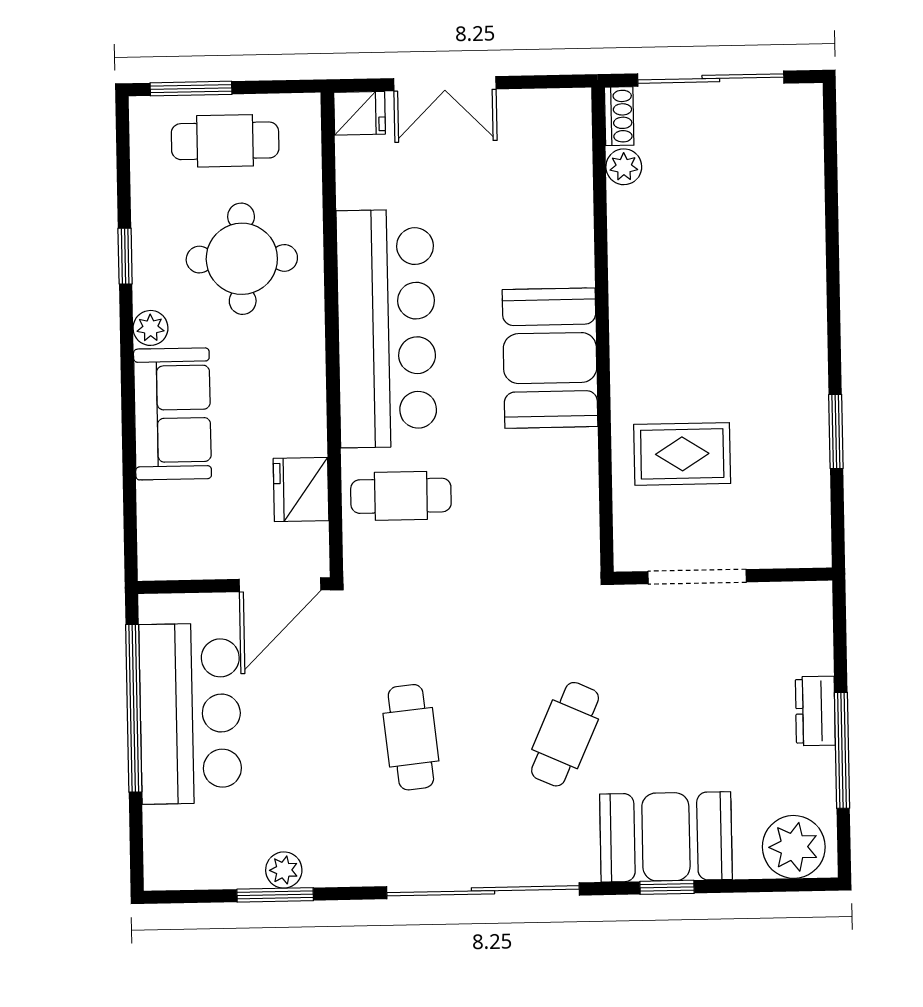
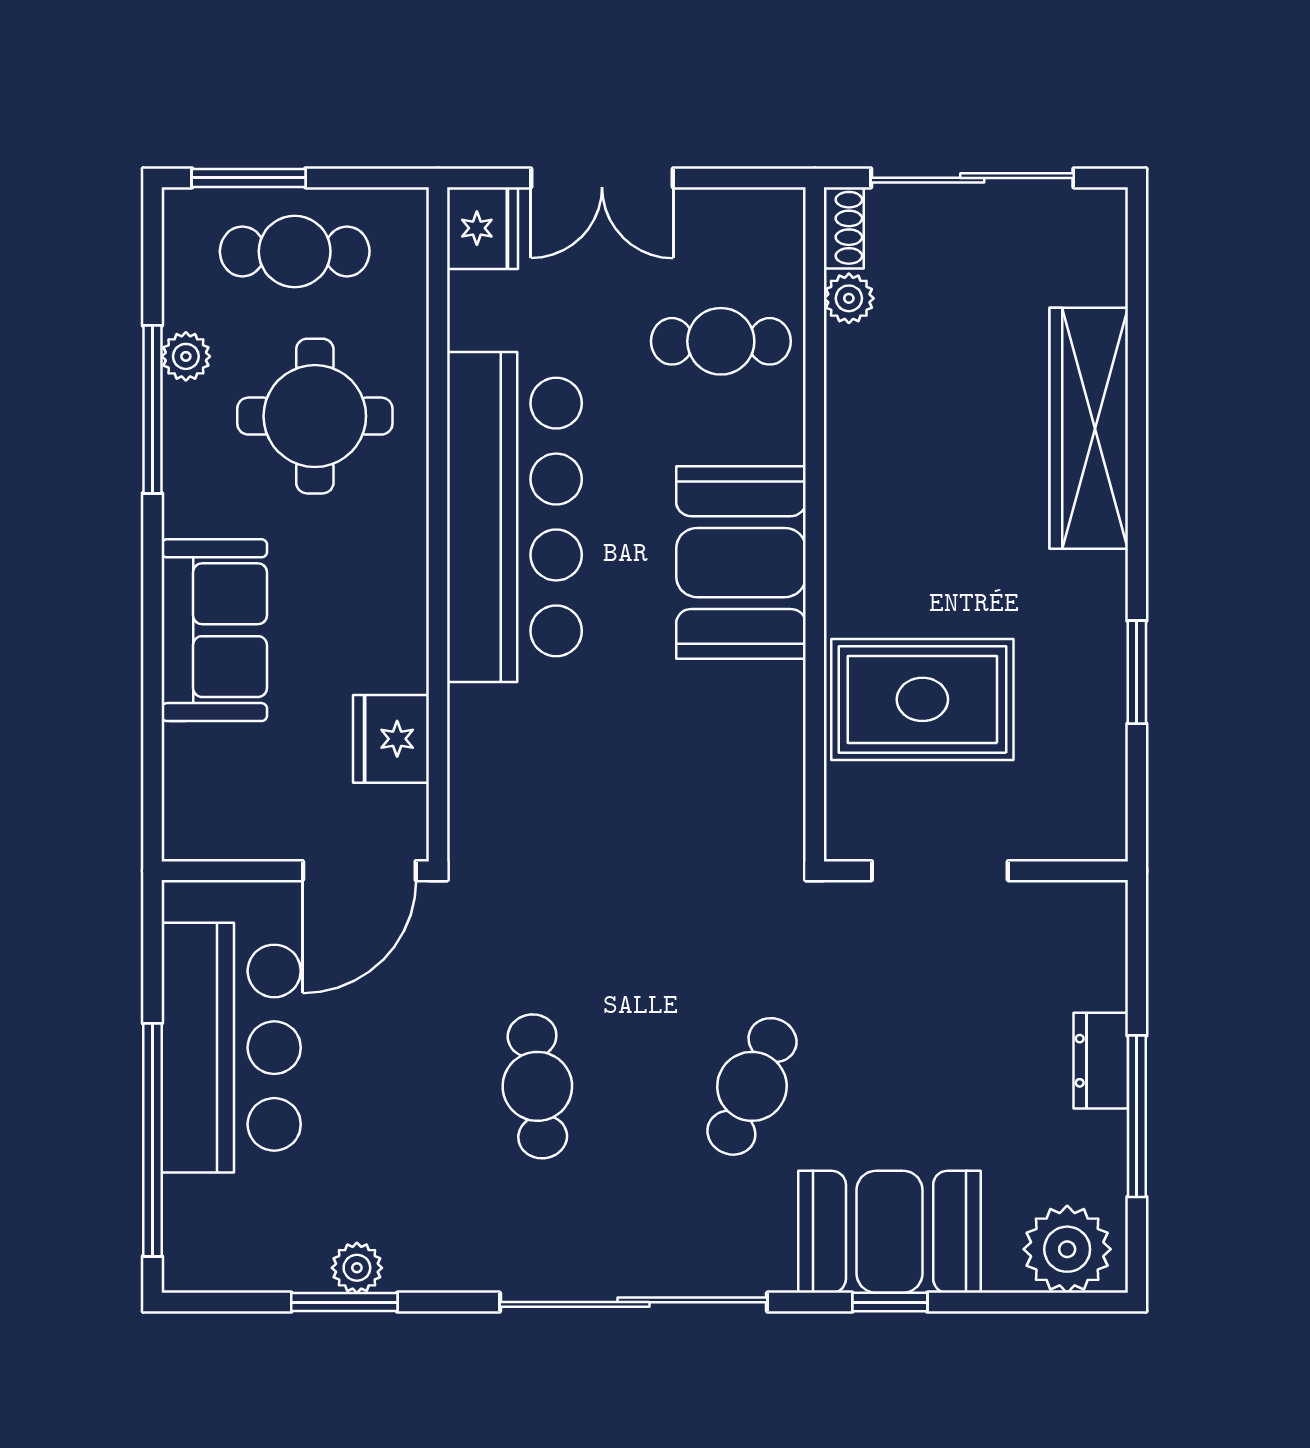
fridge: (360, 113) -> (483, 228), width x1.38
window: (125, 256) -> (152, 409), width x2.17
wardrobe: (798, 257) -> (1089, 428), added
plant: (150, 328) -> (186, 356), moved
rug: (682, 454) -> (922, 699), width x1.36, depth x1.43
cafe table: (401, 496) -> (721, 341), moved
window: (134, 708) -> (152, 1140), moved

